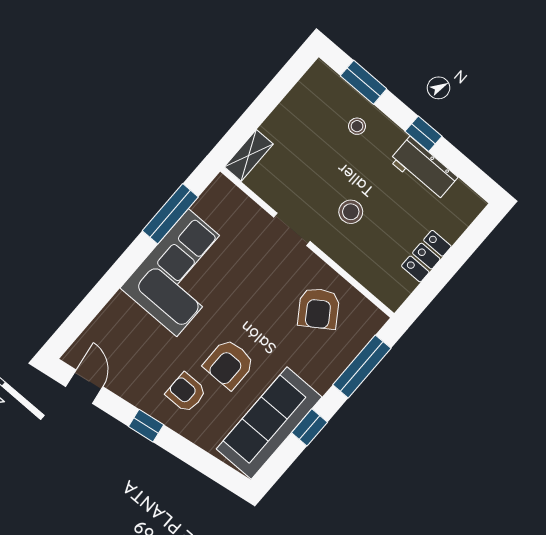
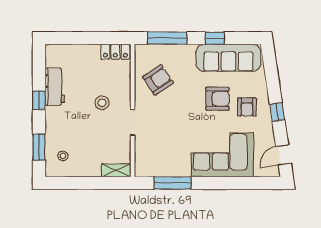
stool: (357, 126) -> (63, 156), moved
locker: (426, 256) -> (115, 52), moved
corner sofa: (183, 273) -> (222, 155), moved

